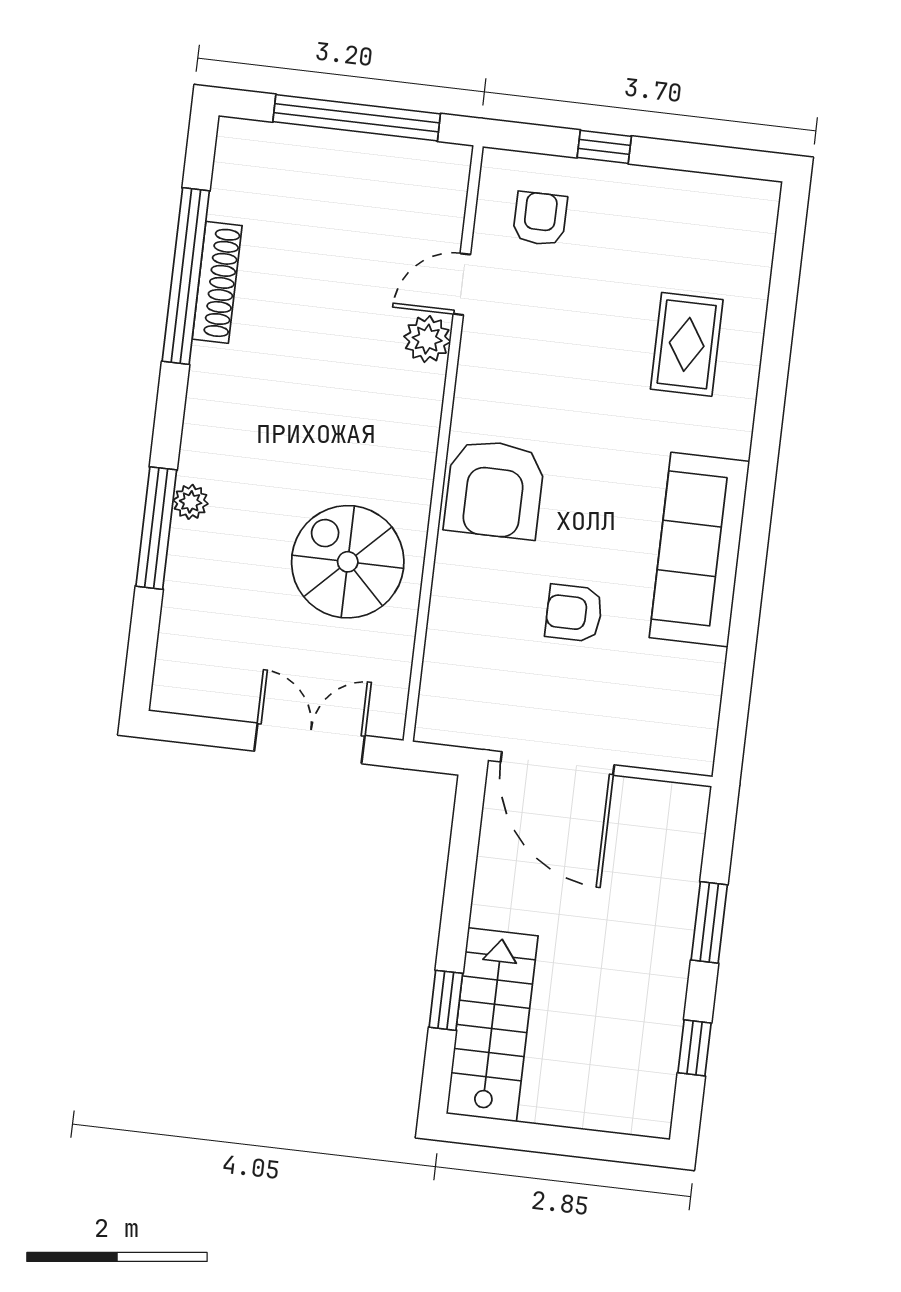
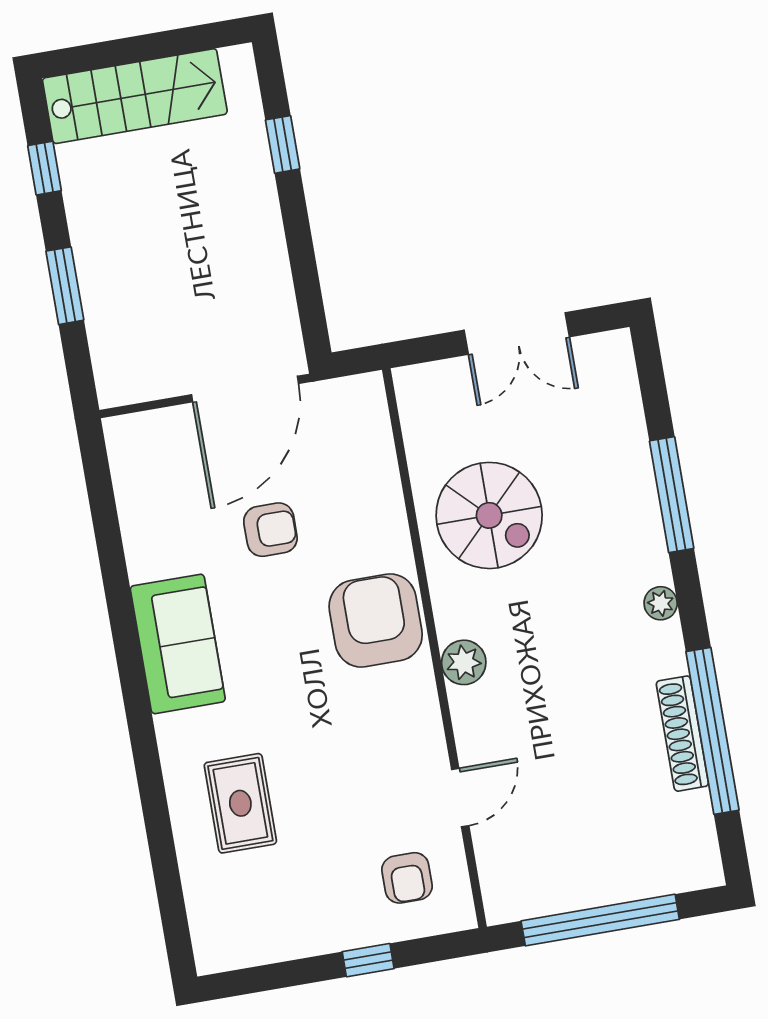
plant: (427, 339) -> (464, 662), moved
plant: (191, 502) -> (661, 603), moved
sofa: (699, 550) -> (178, 644), width x0.73
double door: (309, 743) -> (517, 333), moved
door: (557, 763) -> (245, 389), swing flipped
stairs: (492, 1025) -> (135, 96), moved, turned -90

